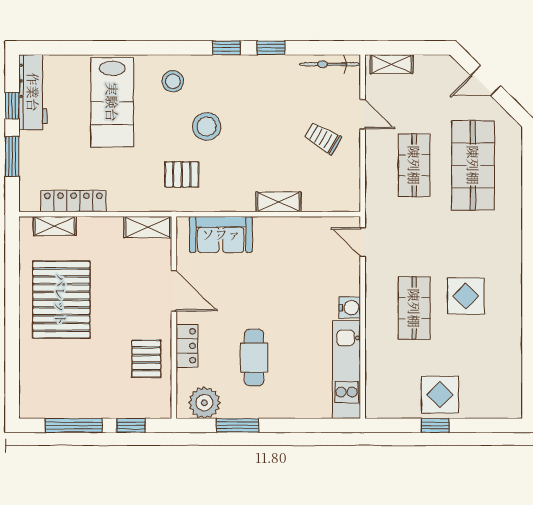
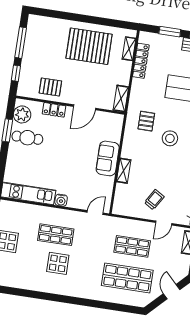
sofa: (221, 234) -> (108, 158), moved
cafe table: (254, 358) -> (27, 138), moved

